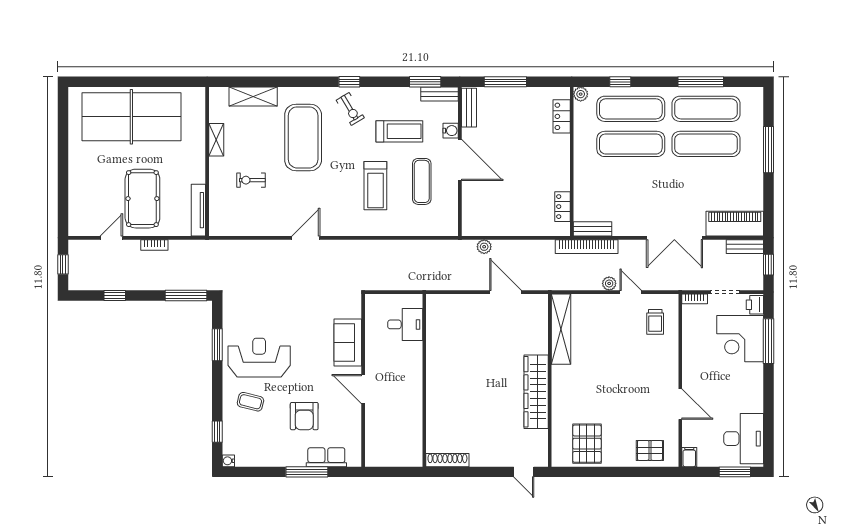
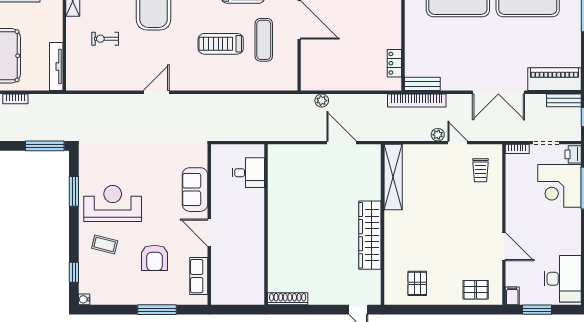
treadmill: (375, 186) -> (221, 44), turned 90
pallet: (587, 444) -> (417, 283), width x0.67, depth x0.71
row of seats: (326, 457) -> (199, 276), moved, turned -90
window: (735, 472) -> (537, 310), moved

